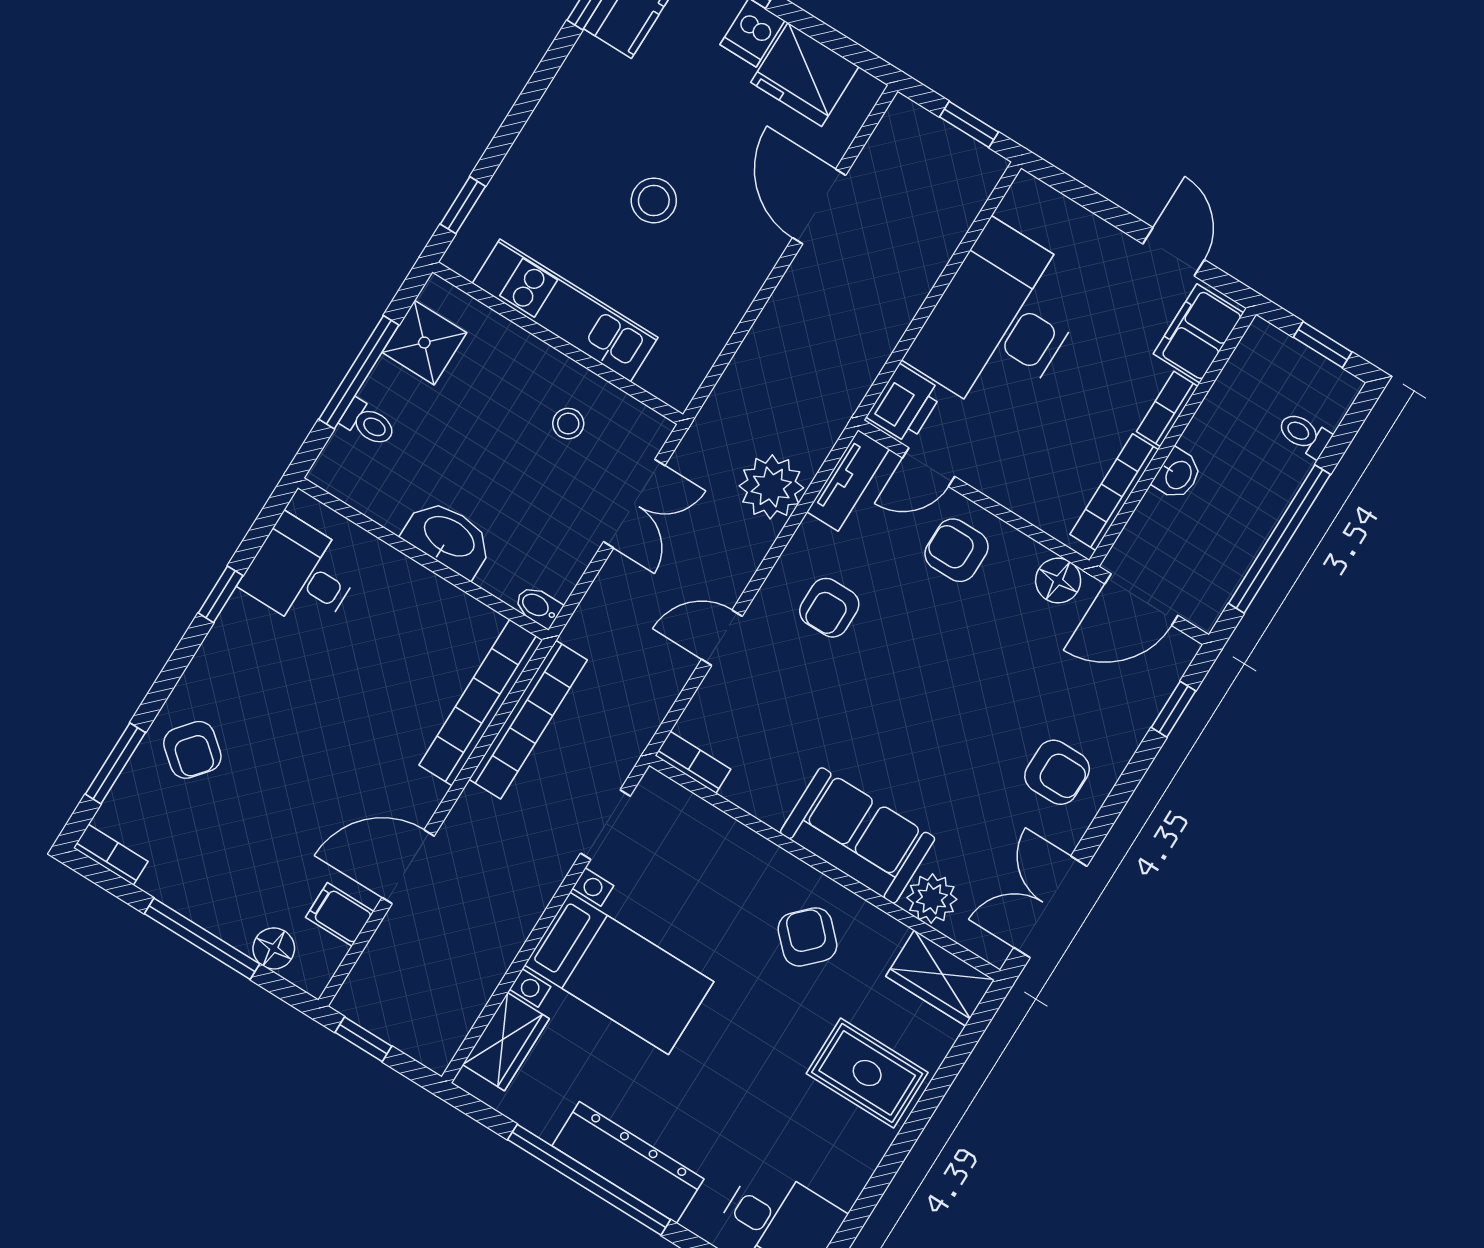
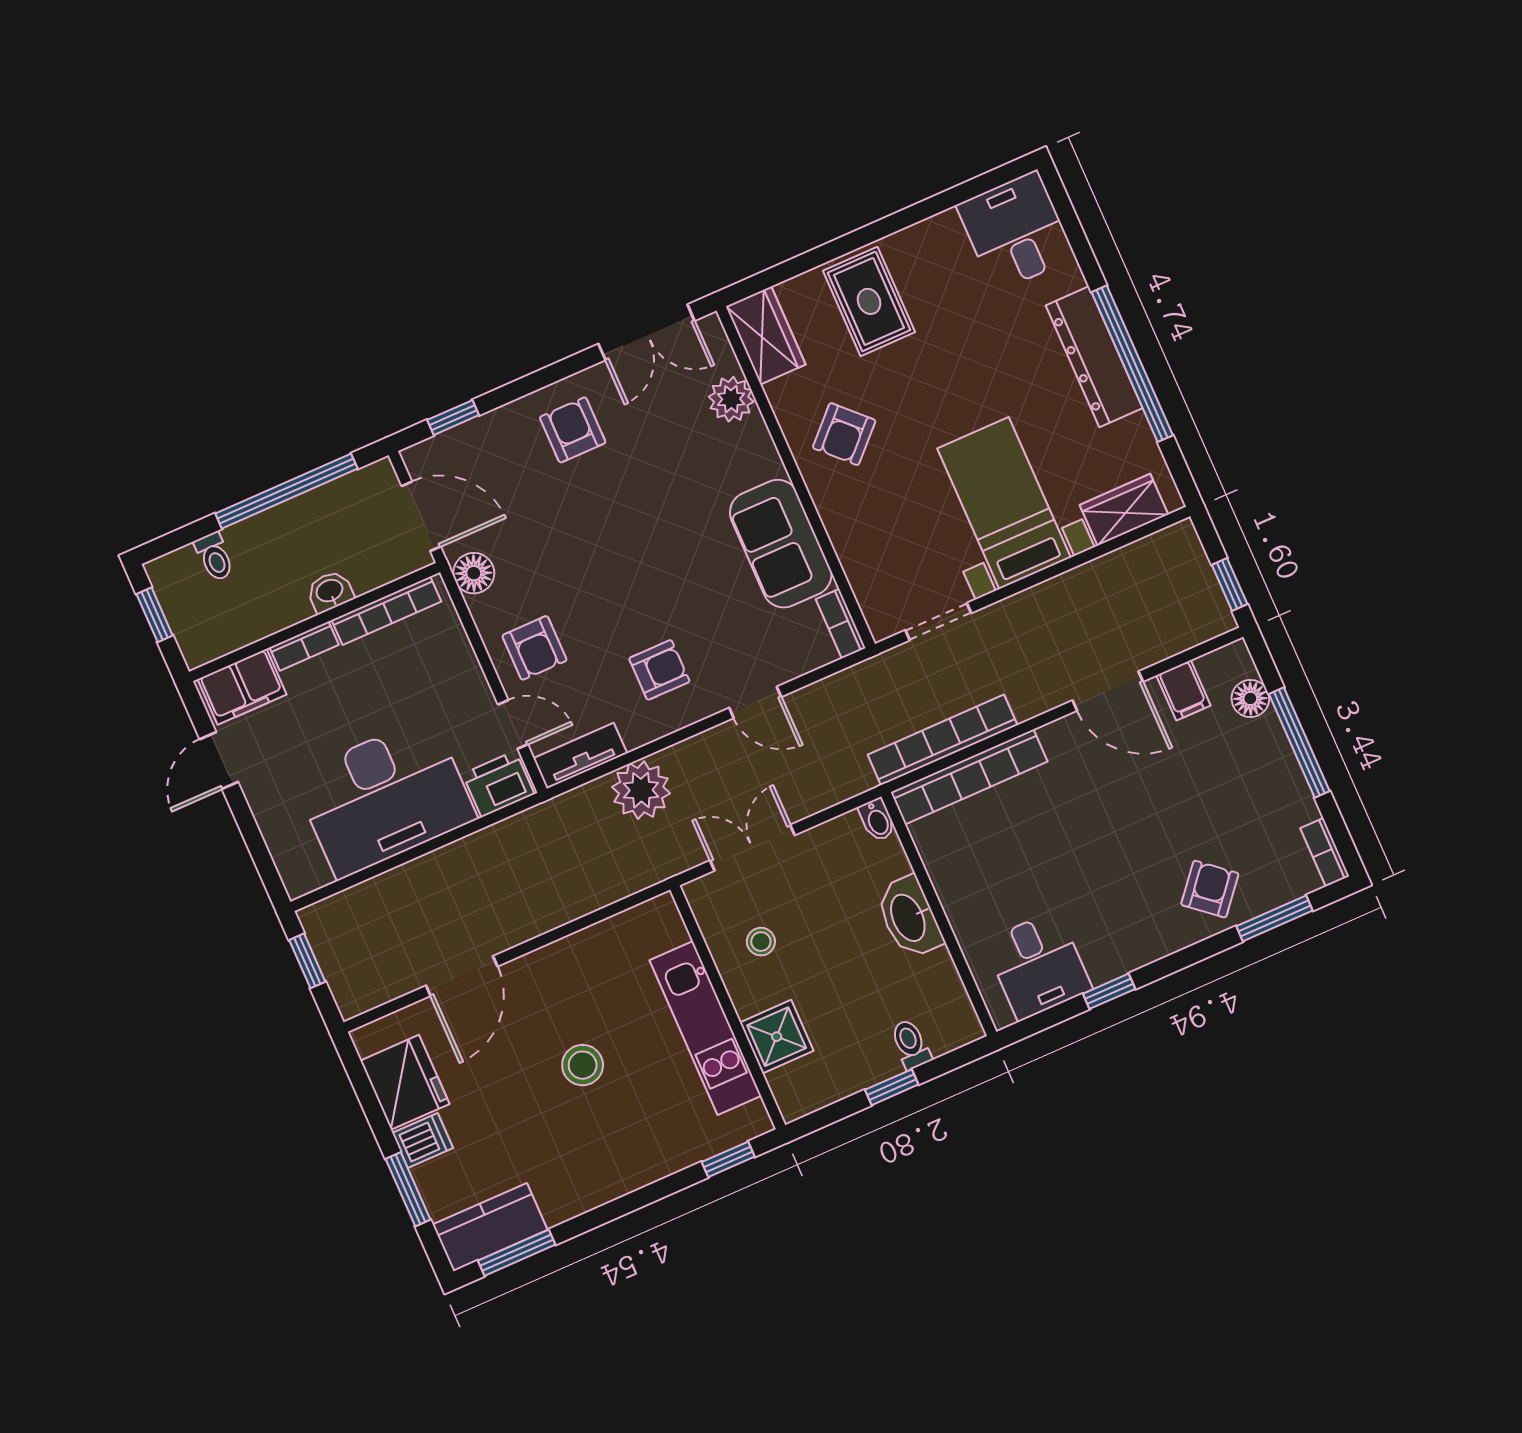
shower: (424, 343) -> (777, 1037), moved
window: (359, 372) -> (892, 1087), width x0.46
sofa: (858, 835) -> (781, 544), moved

